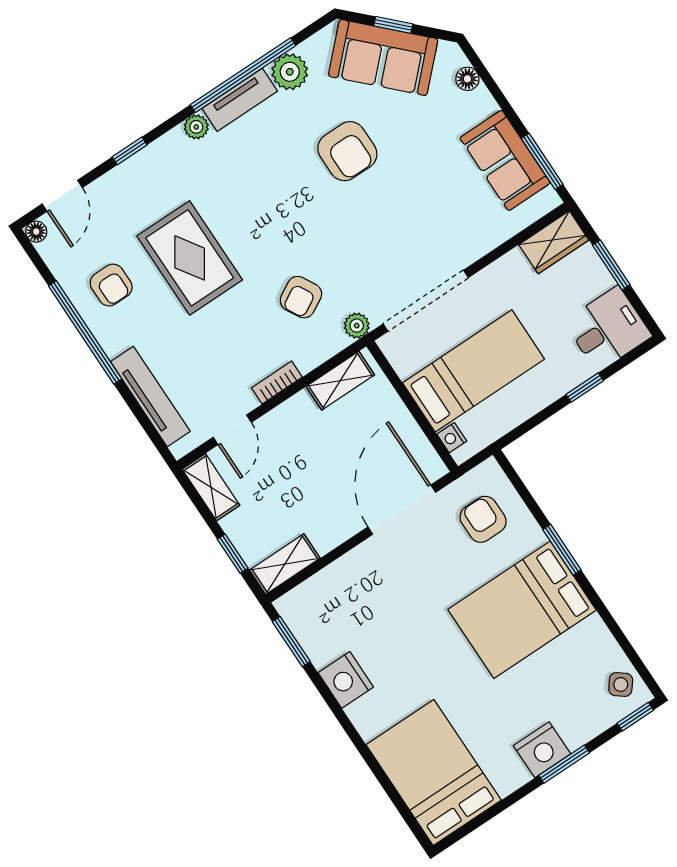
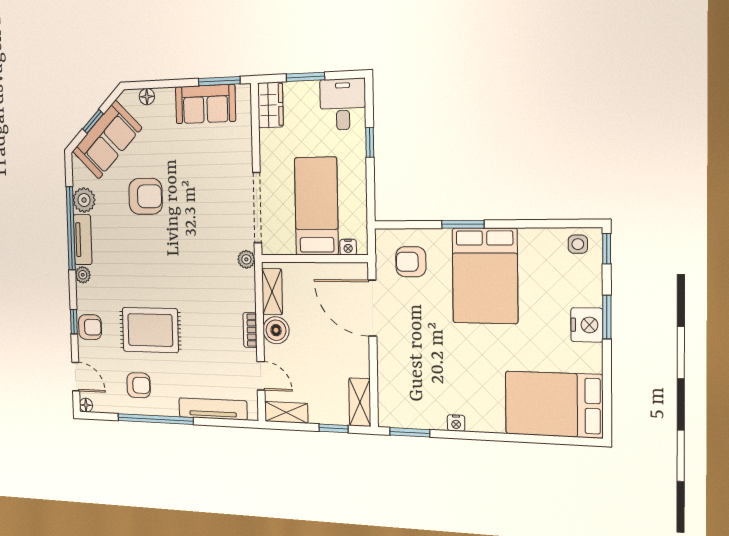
armchair: (301, 297) -> (90, 327), moved, turned -61
boiler: (299, 414) -> (276, 330), added
nightstand: (346, 680) -> (456, 423), width x0.53, depth x0.56
side table: (621, 684) -> (578, 244), turned -38

